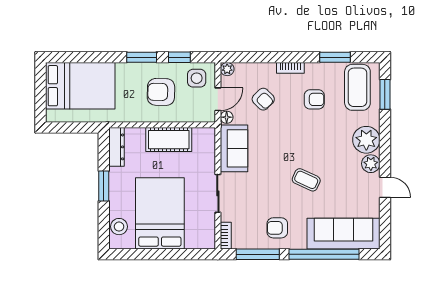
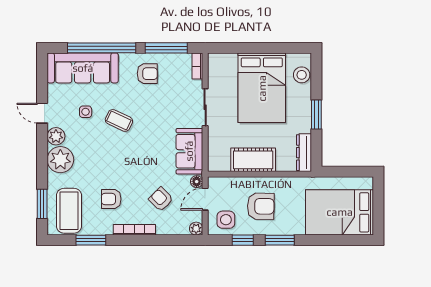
bookcase: (290, 68) -> (134, 230), width x1.56
side table: (340, 189) -> (86, 112), added

